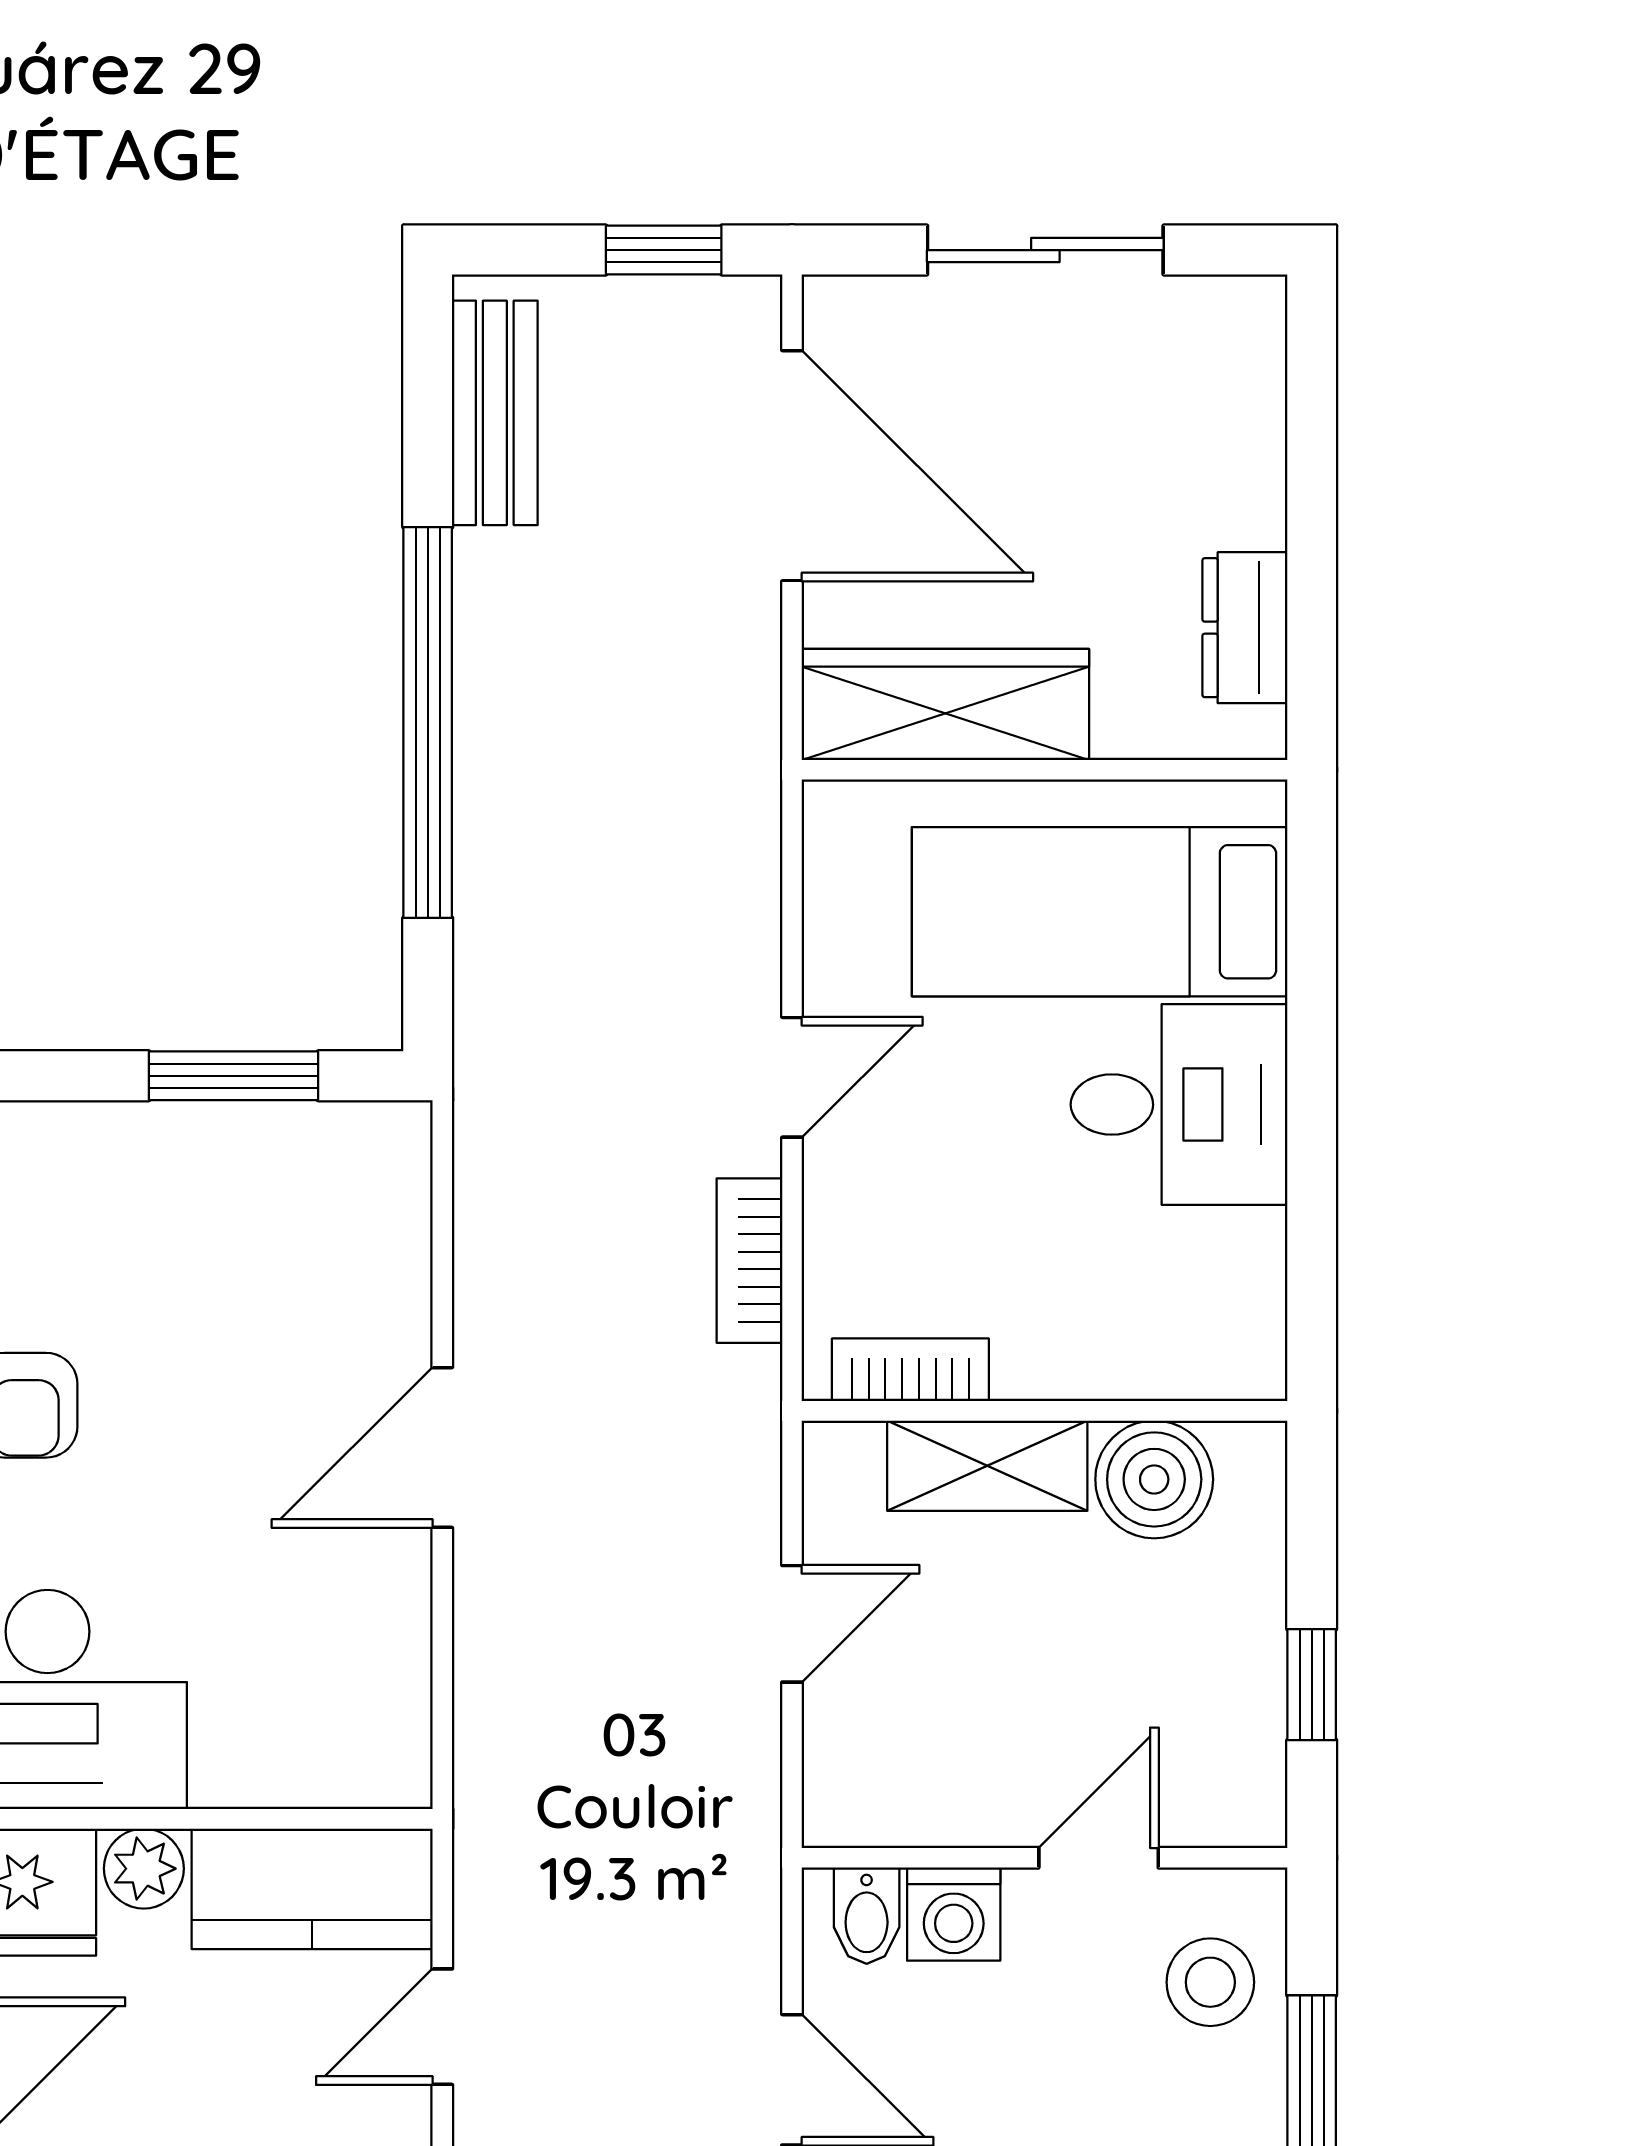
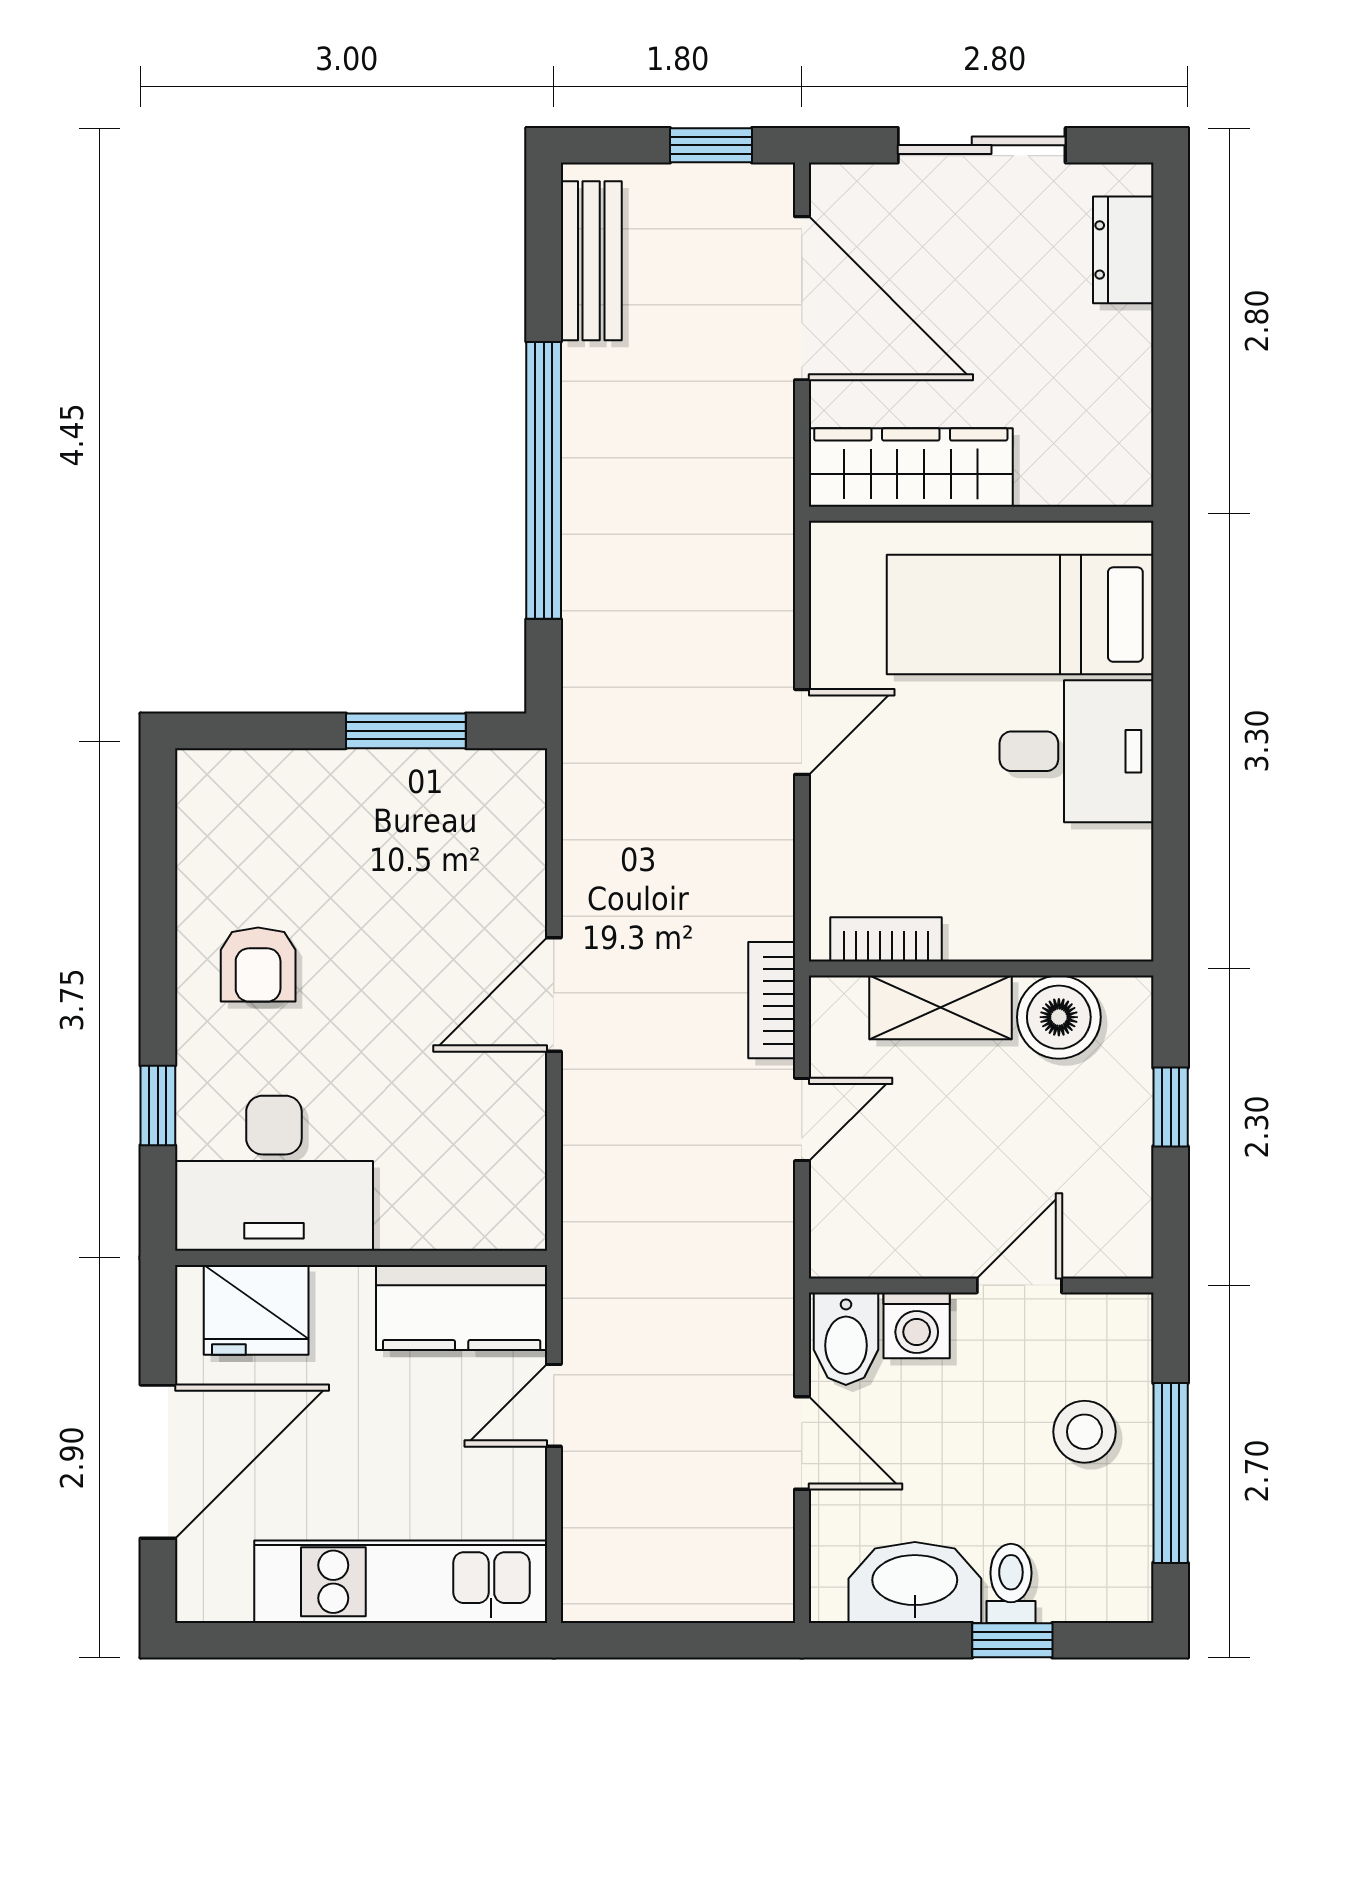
dresser: (1245, 628) -> (1123, 250), moved
bookcase: (749, 1261) -> (772, 1000), moved
window: (1312, 1685) -> (1171, 1107), moved
plant: (144, 1869) -> (342, 1293), removed
bidet: (867, 1916) -> (846, 1339), width x1.38, depth x1.36
stool: (1210, 1982) -> (1084, 1432), moved

